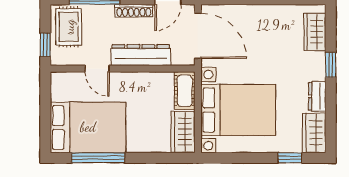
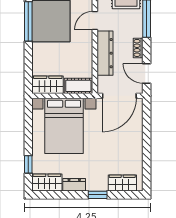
shoe rack: (134, 11) -> (138, 48), width x0.70

